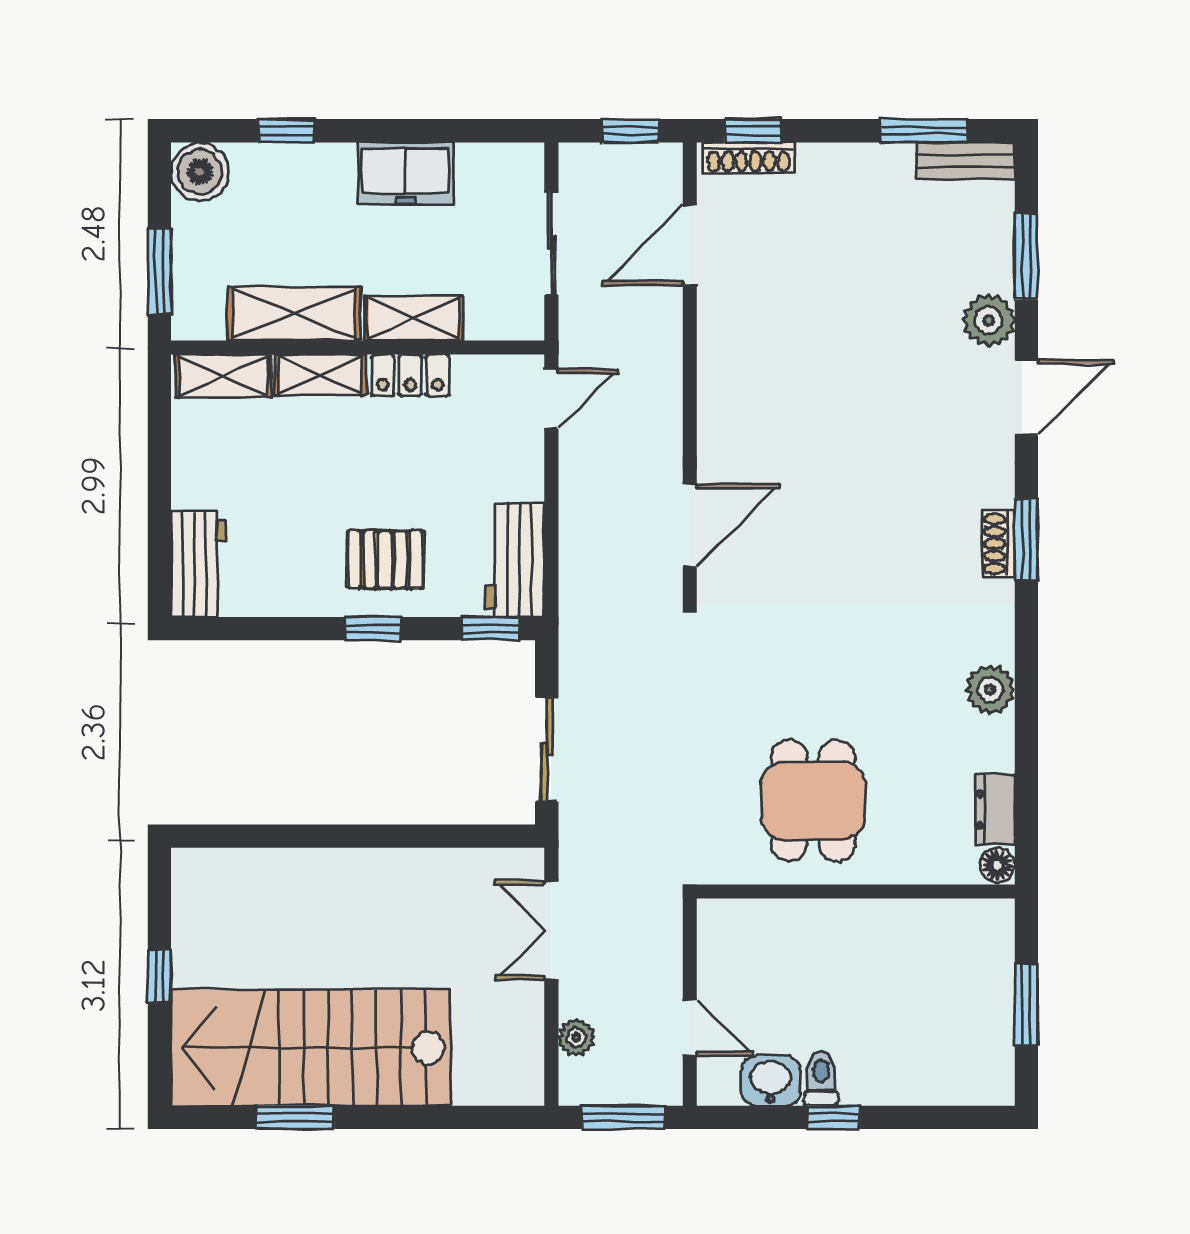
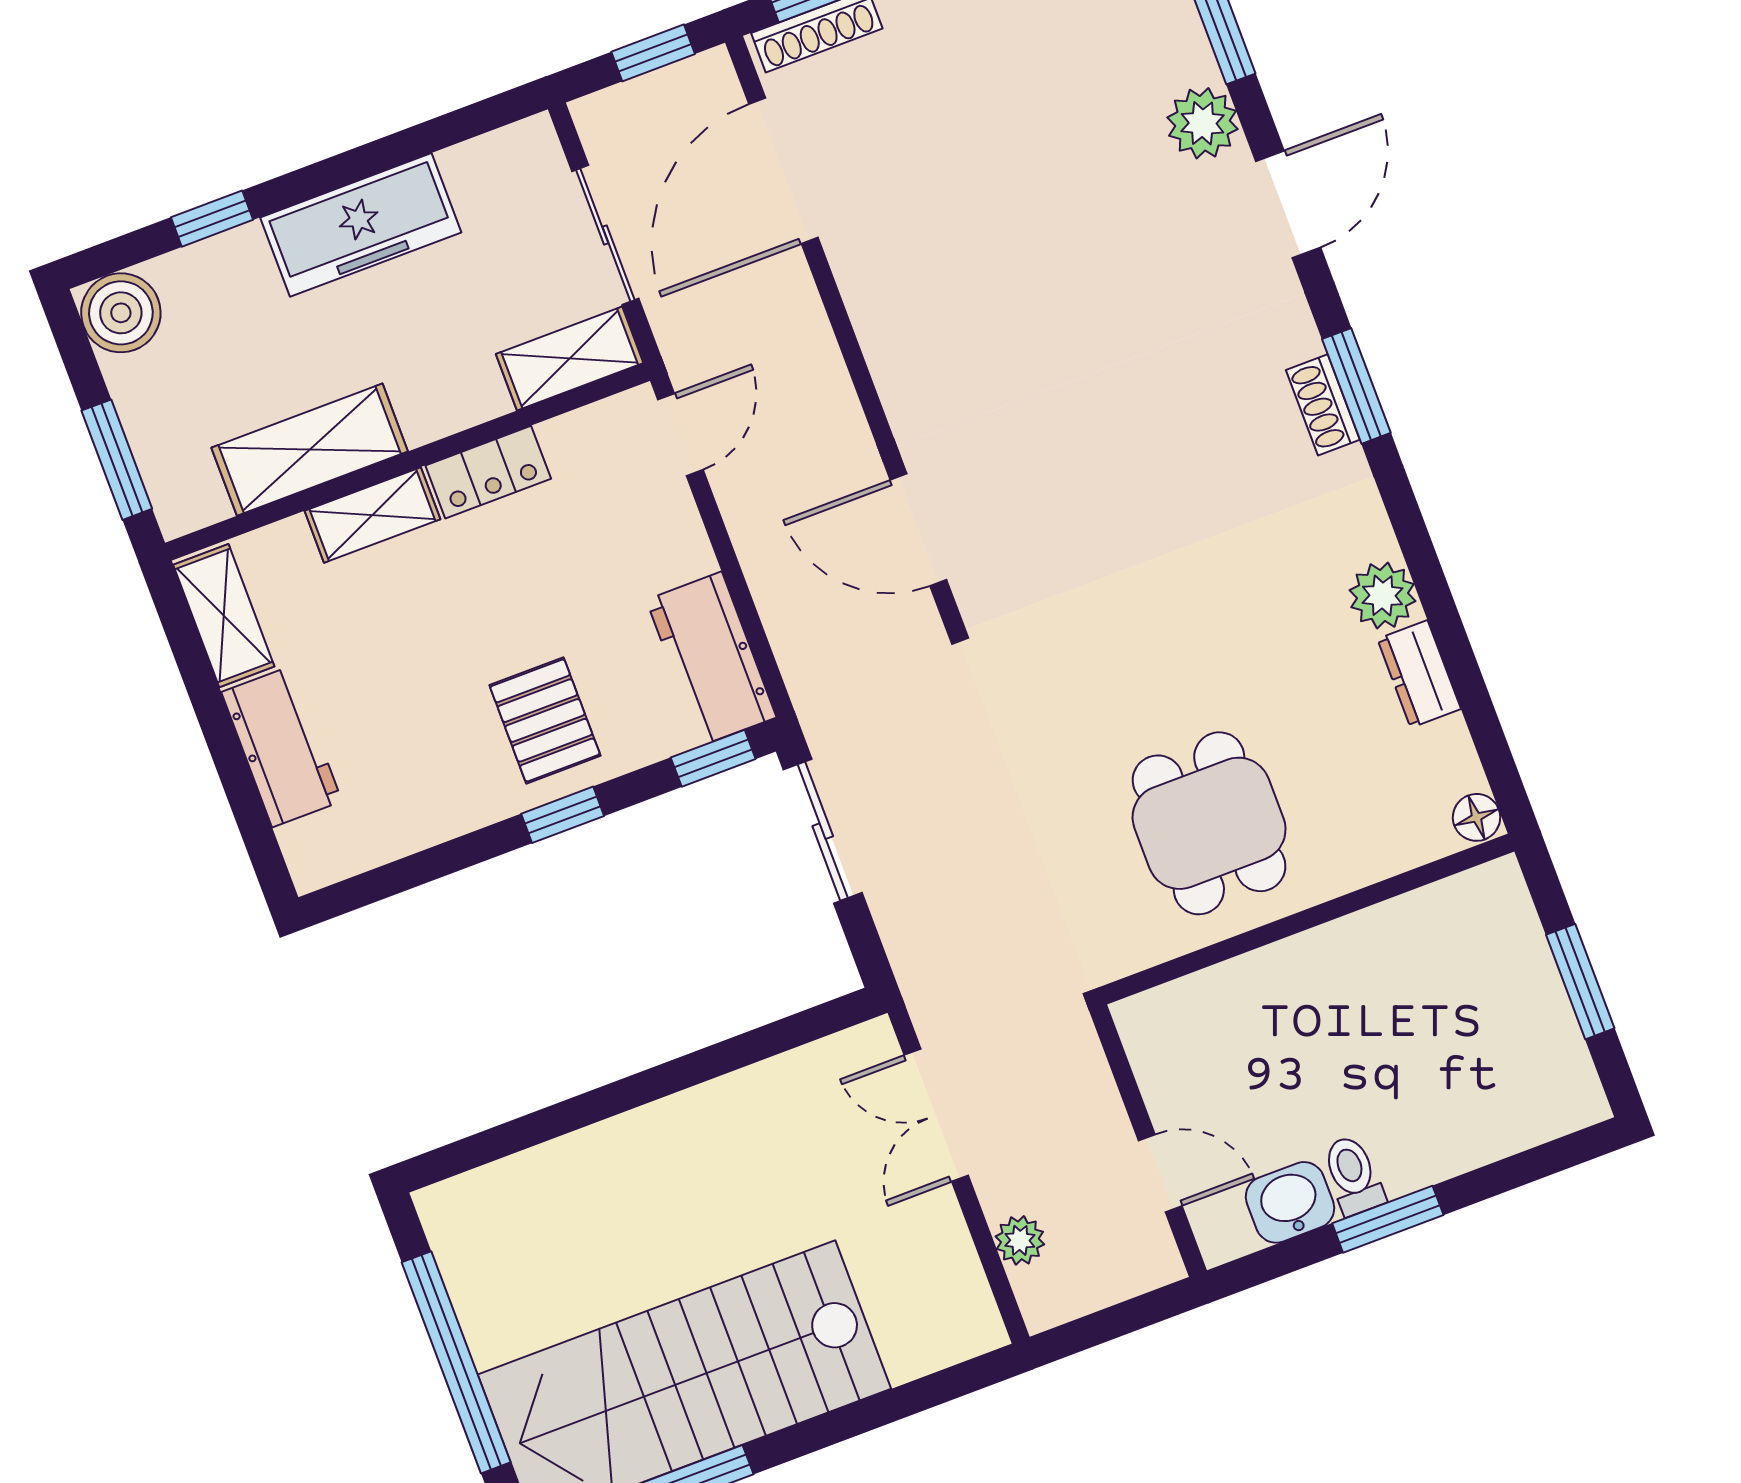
freezer: (406, 173) -> (361, 225), width x1.40
door: (690, 245) -> (783, 171), width x1.36
shelving: (414, 318) -> (570, 358), moved
shelving: (223, 376) -> (224, 616), moved, turned 90
door: (690, 525) -> (918, 530), swing flipped
pallet: (385, 560) -> (545, 720), turned 90
workbench: (198, 564) -> (282, 747), moved
sliding door: (547, 749) -> (823, 831), moved
dresser: (995, 810) -> (1419, 674), moved
window: (159, 976) -> (456, 1362), width x3.17
window: (623, 1117) -> (1118, 1321), removed
window: (834, 1117) -> (1388, 1219), width x1.50

